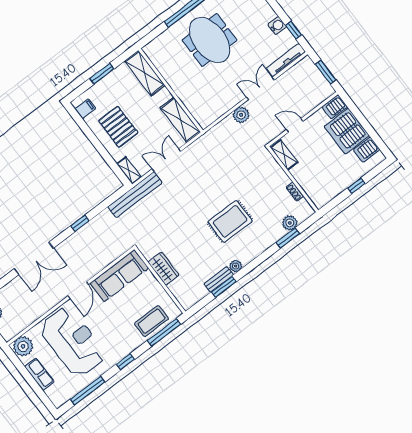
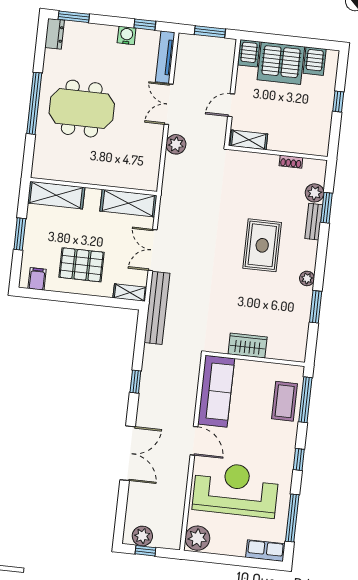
bench: (219, 279) -> (314, 222), moved
row of seats: (39, 374) -> (265, 551), moved

